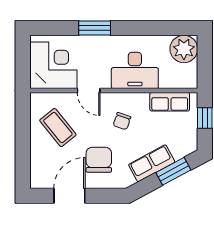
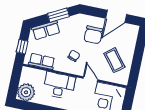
row of seats: (152, 163) -> (46, 30), moved
window: (173, 171) -> (58, 15), moved

